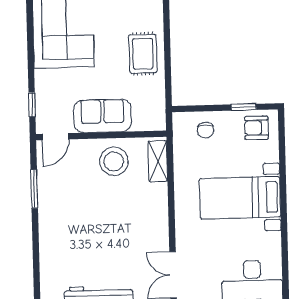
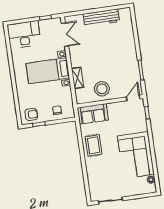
sofa: (102, 116) -> (93, 114), moved
shelving: (158, 161) -> (78, 78), moved
bed with nightstands: (240, 198) -> (48, 71), moved, turned 180

